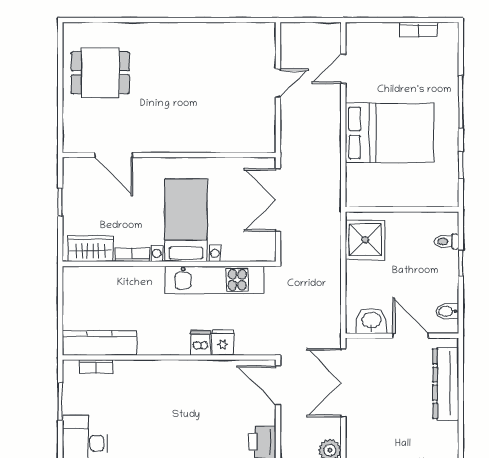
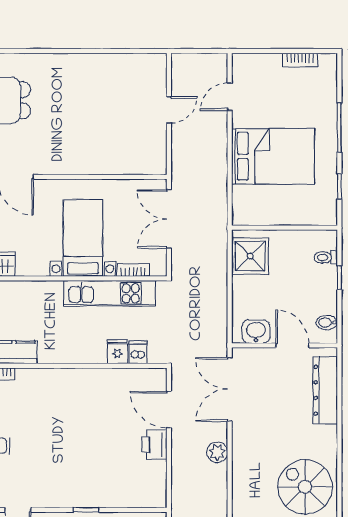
bookcase: (132, 255) -> (133, 270), moved
dishwasher: (201, 343) -> (138, 352), moved
door: (278, 385) -> (169, 409), moved

